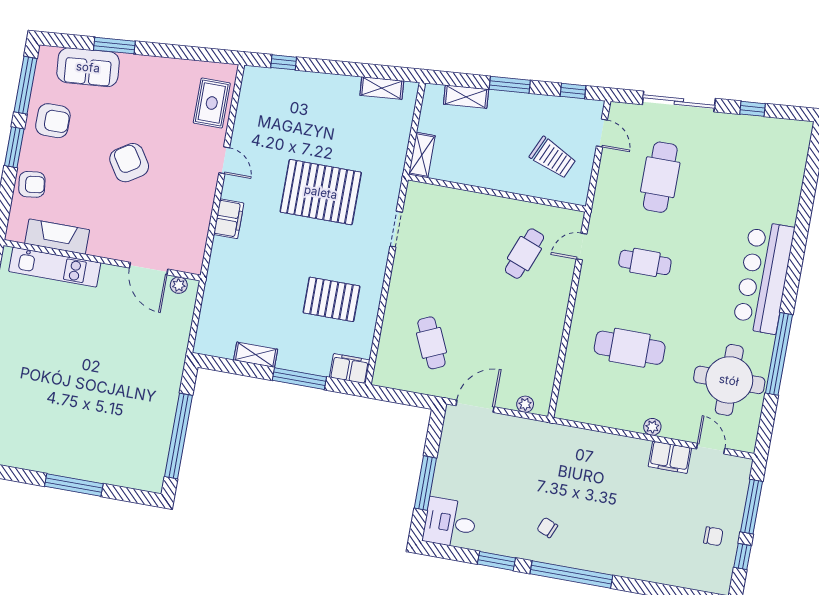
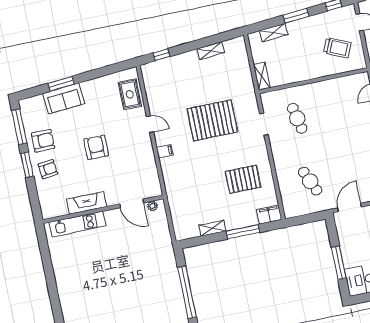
sofa: (88, 67) -> (64, 98), moved
shelving: (382, 88) -> (211, 51), moved
armchair: (129, 163) -> (96, 147), turned 33
armchair: (32, 184) -> (48, 169), moved
filing cabinet: (229, 219) -> (165, 151), width x0.50
fireplace: (57, 237) -> (87, 203), moved
cafe table: (524, 254) -> (297, 118), moved, turned -33

